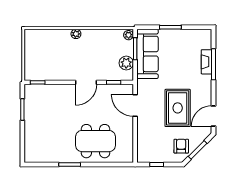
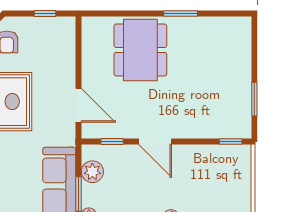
door: (86, 82) -> (155, 141), swing flipped
dining table: (95, 141) -> (140, 50), turned 90

